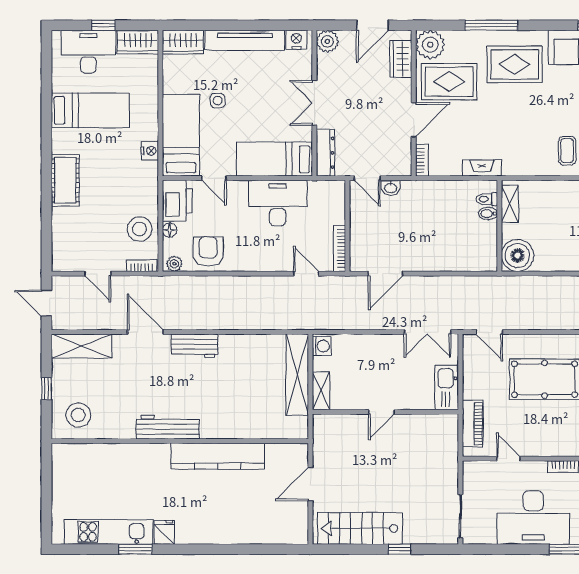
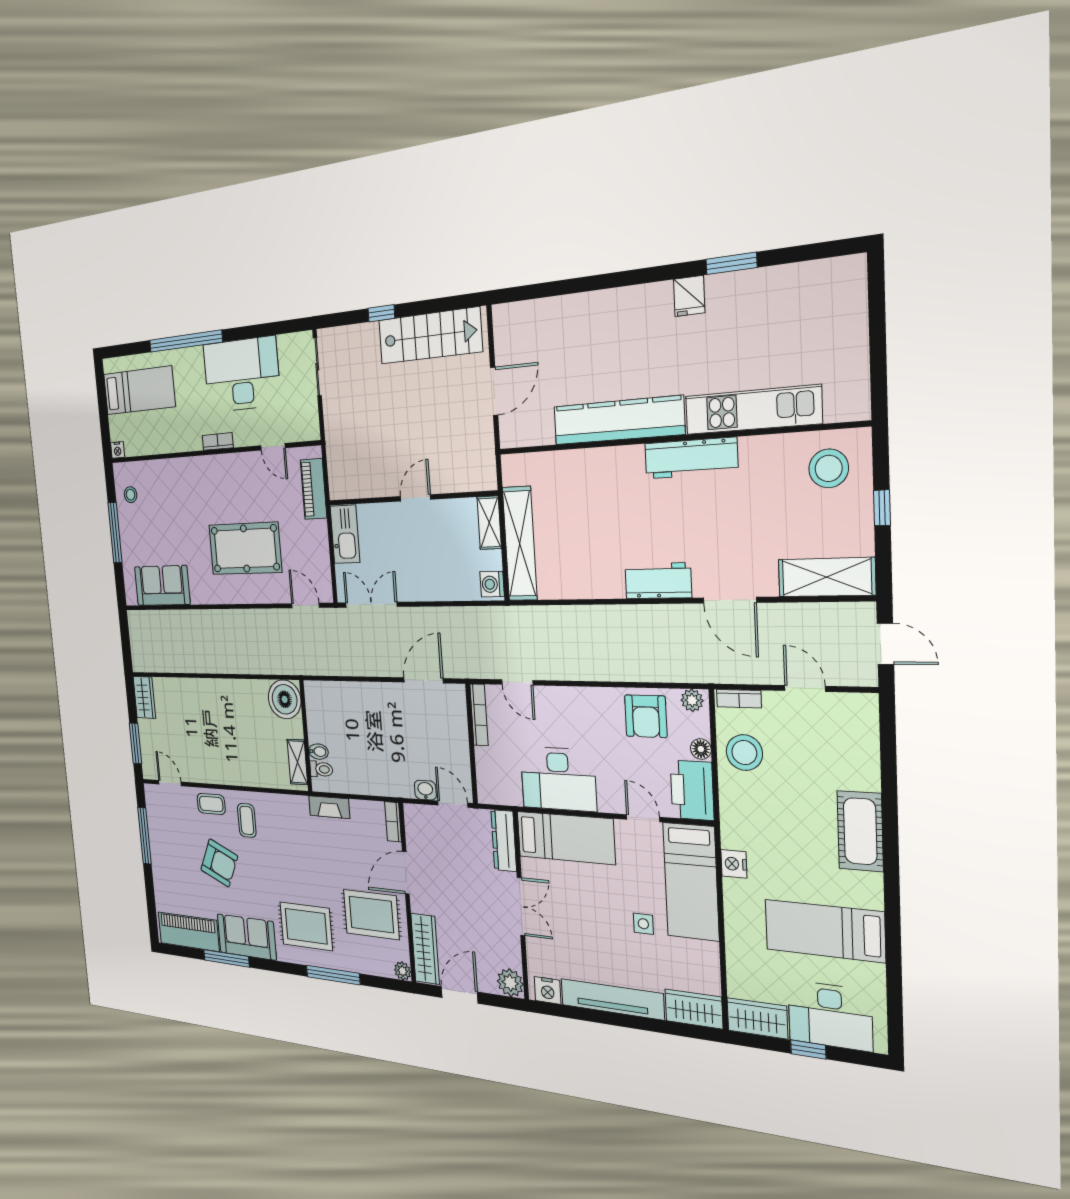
plant: (430, 45) -> (403, 971), width x0.53, depth x0.53
wardrobe: (401, 59) -> (425, 949), width x1.50
kitchen unit: (108, 532) -> (753, 410), moved, turned 180

